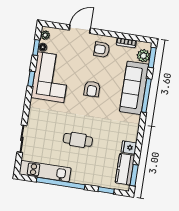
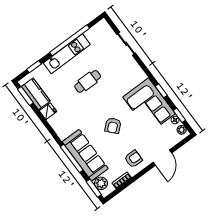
armchair: (92, 89) -> (113, 126), turned -132
kitchen unit: (45, 171) -> (67, 54), moved

